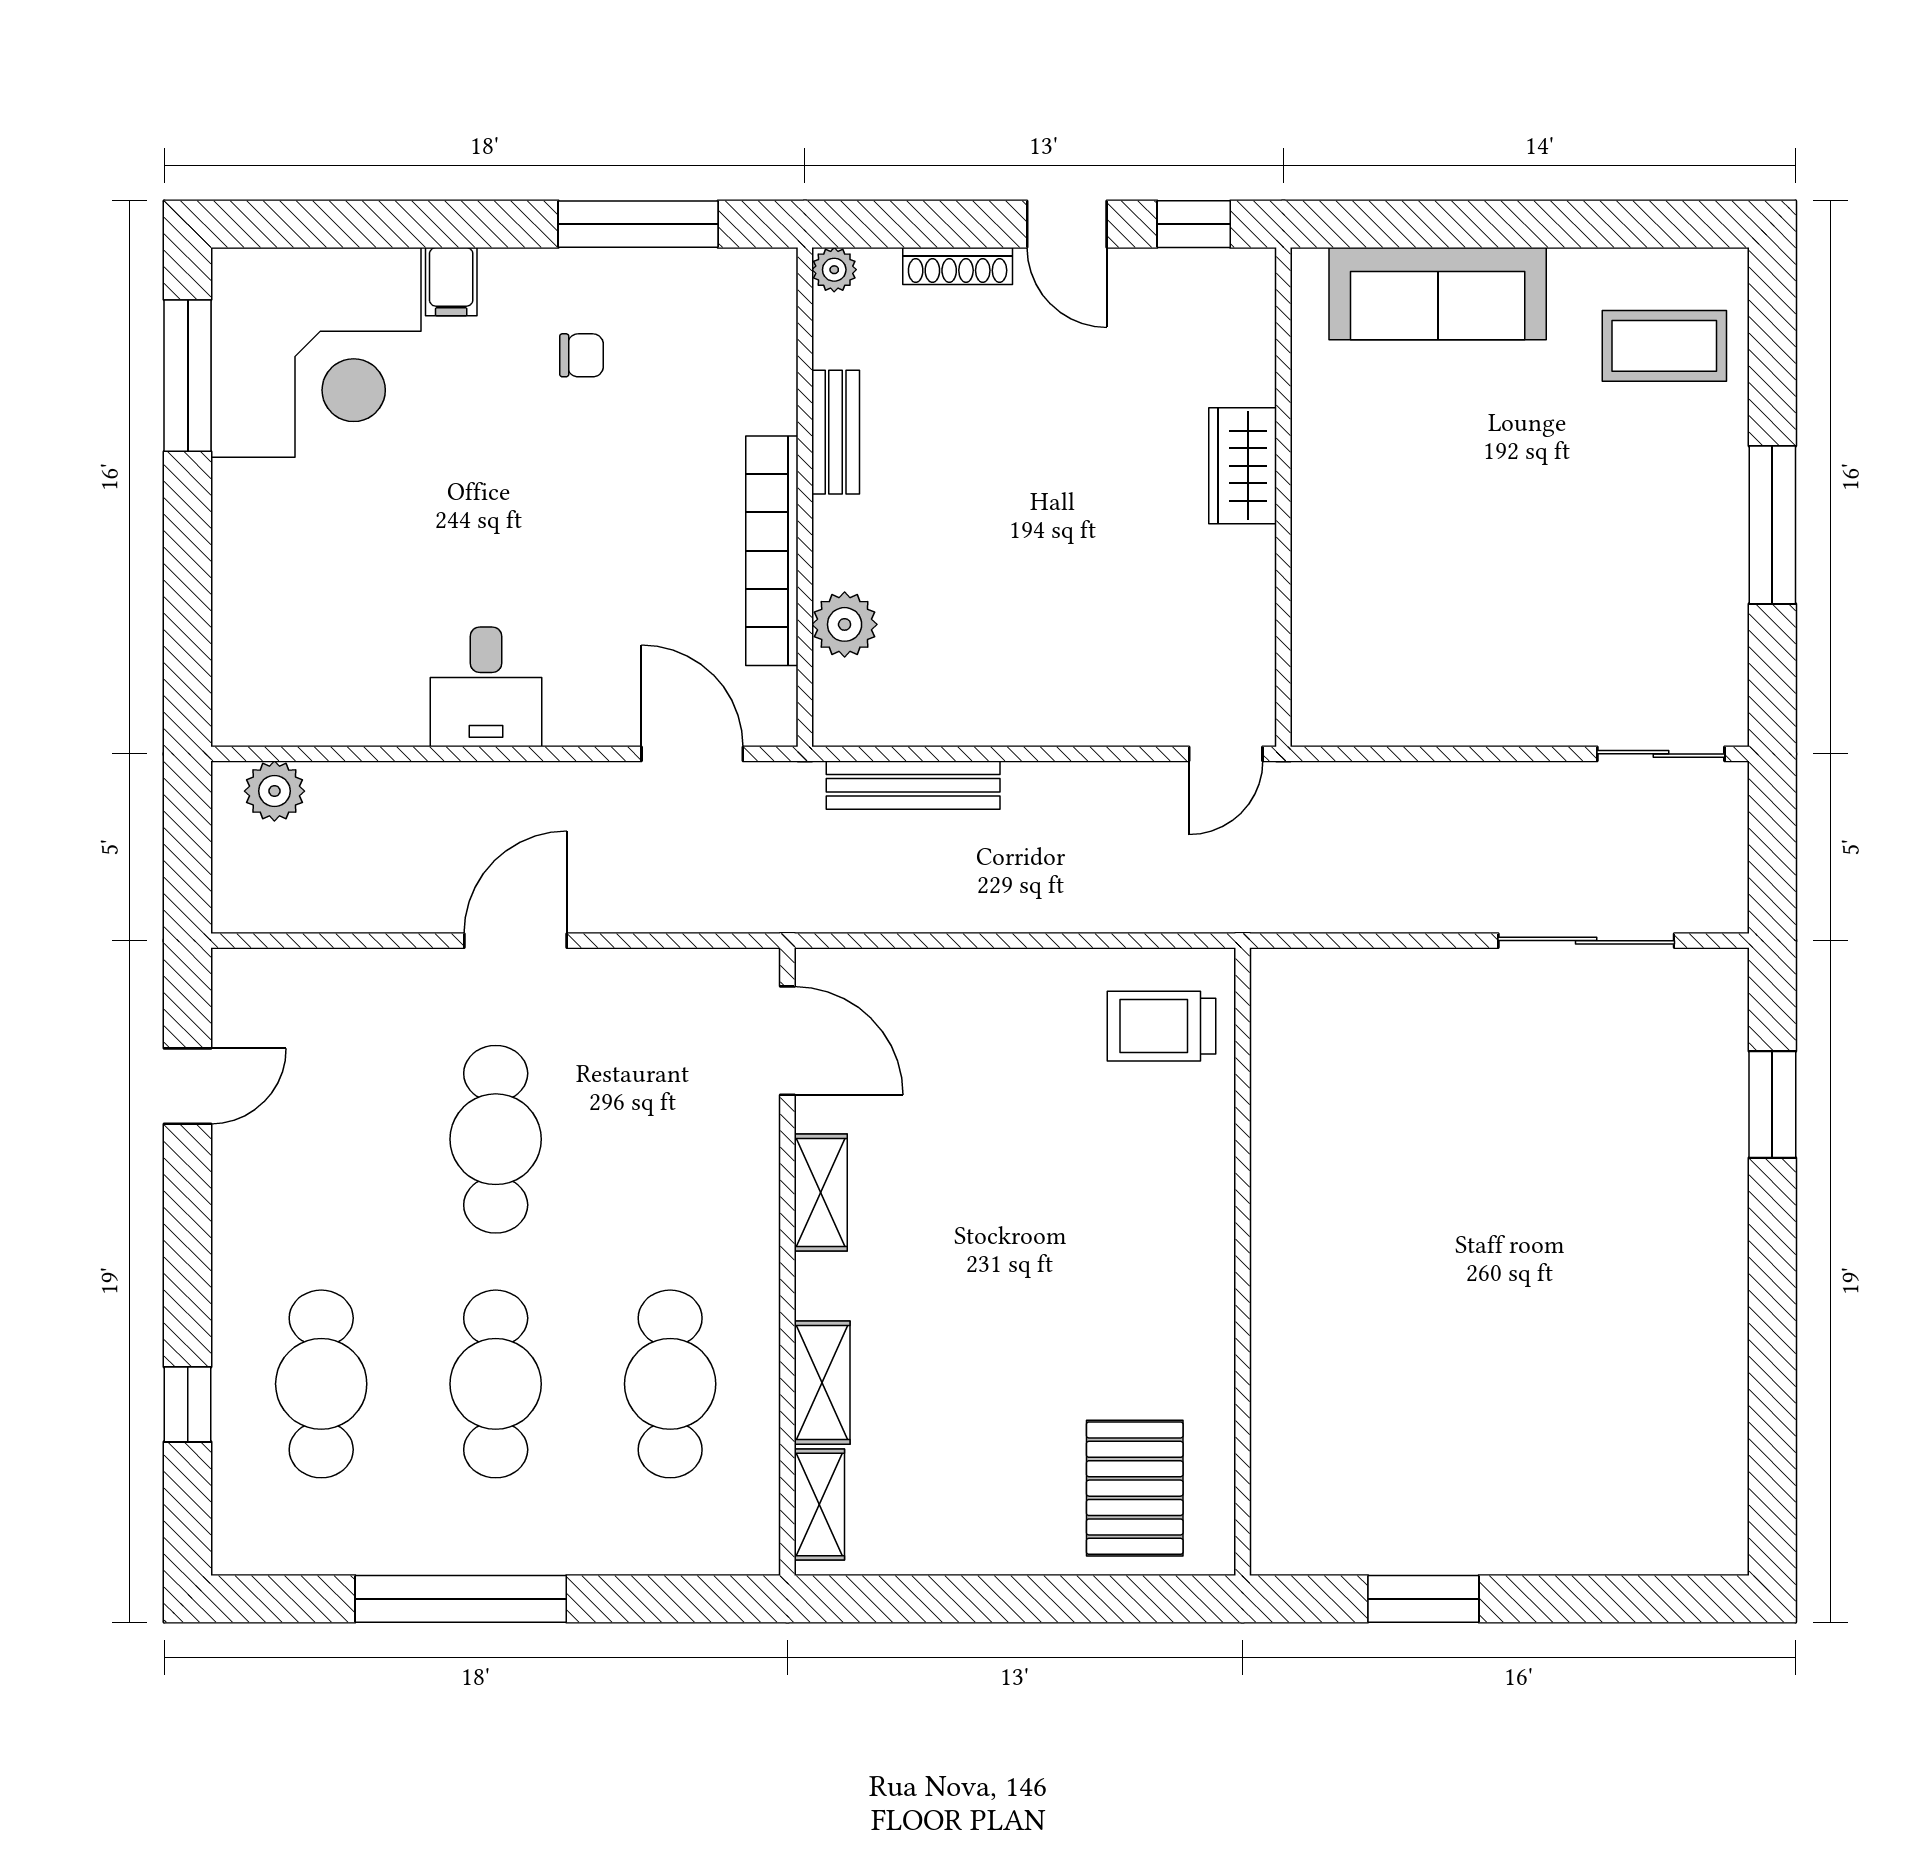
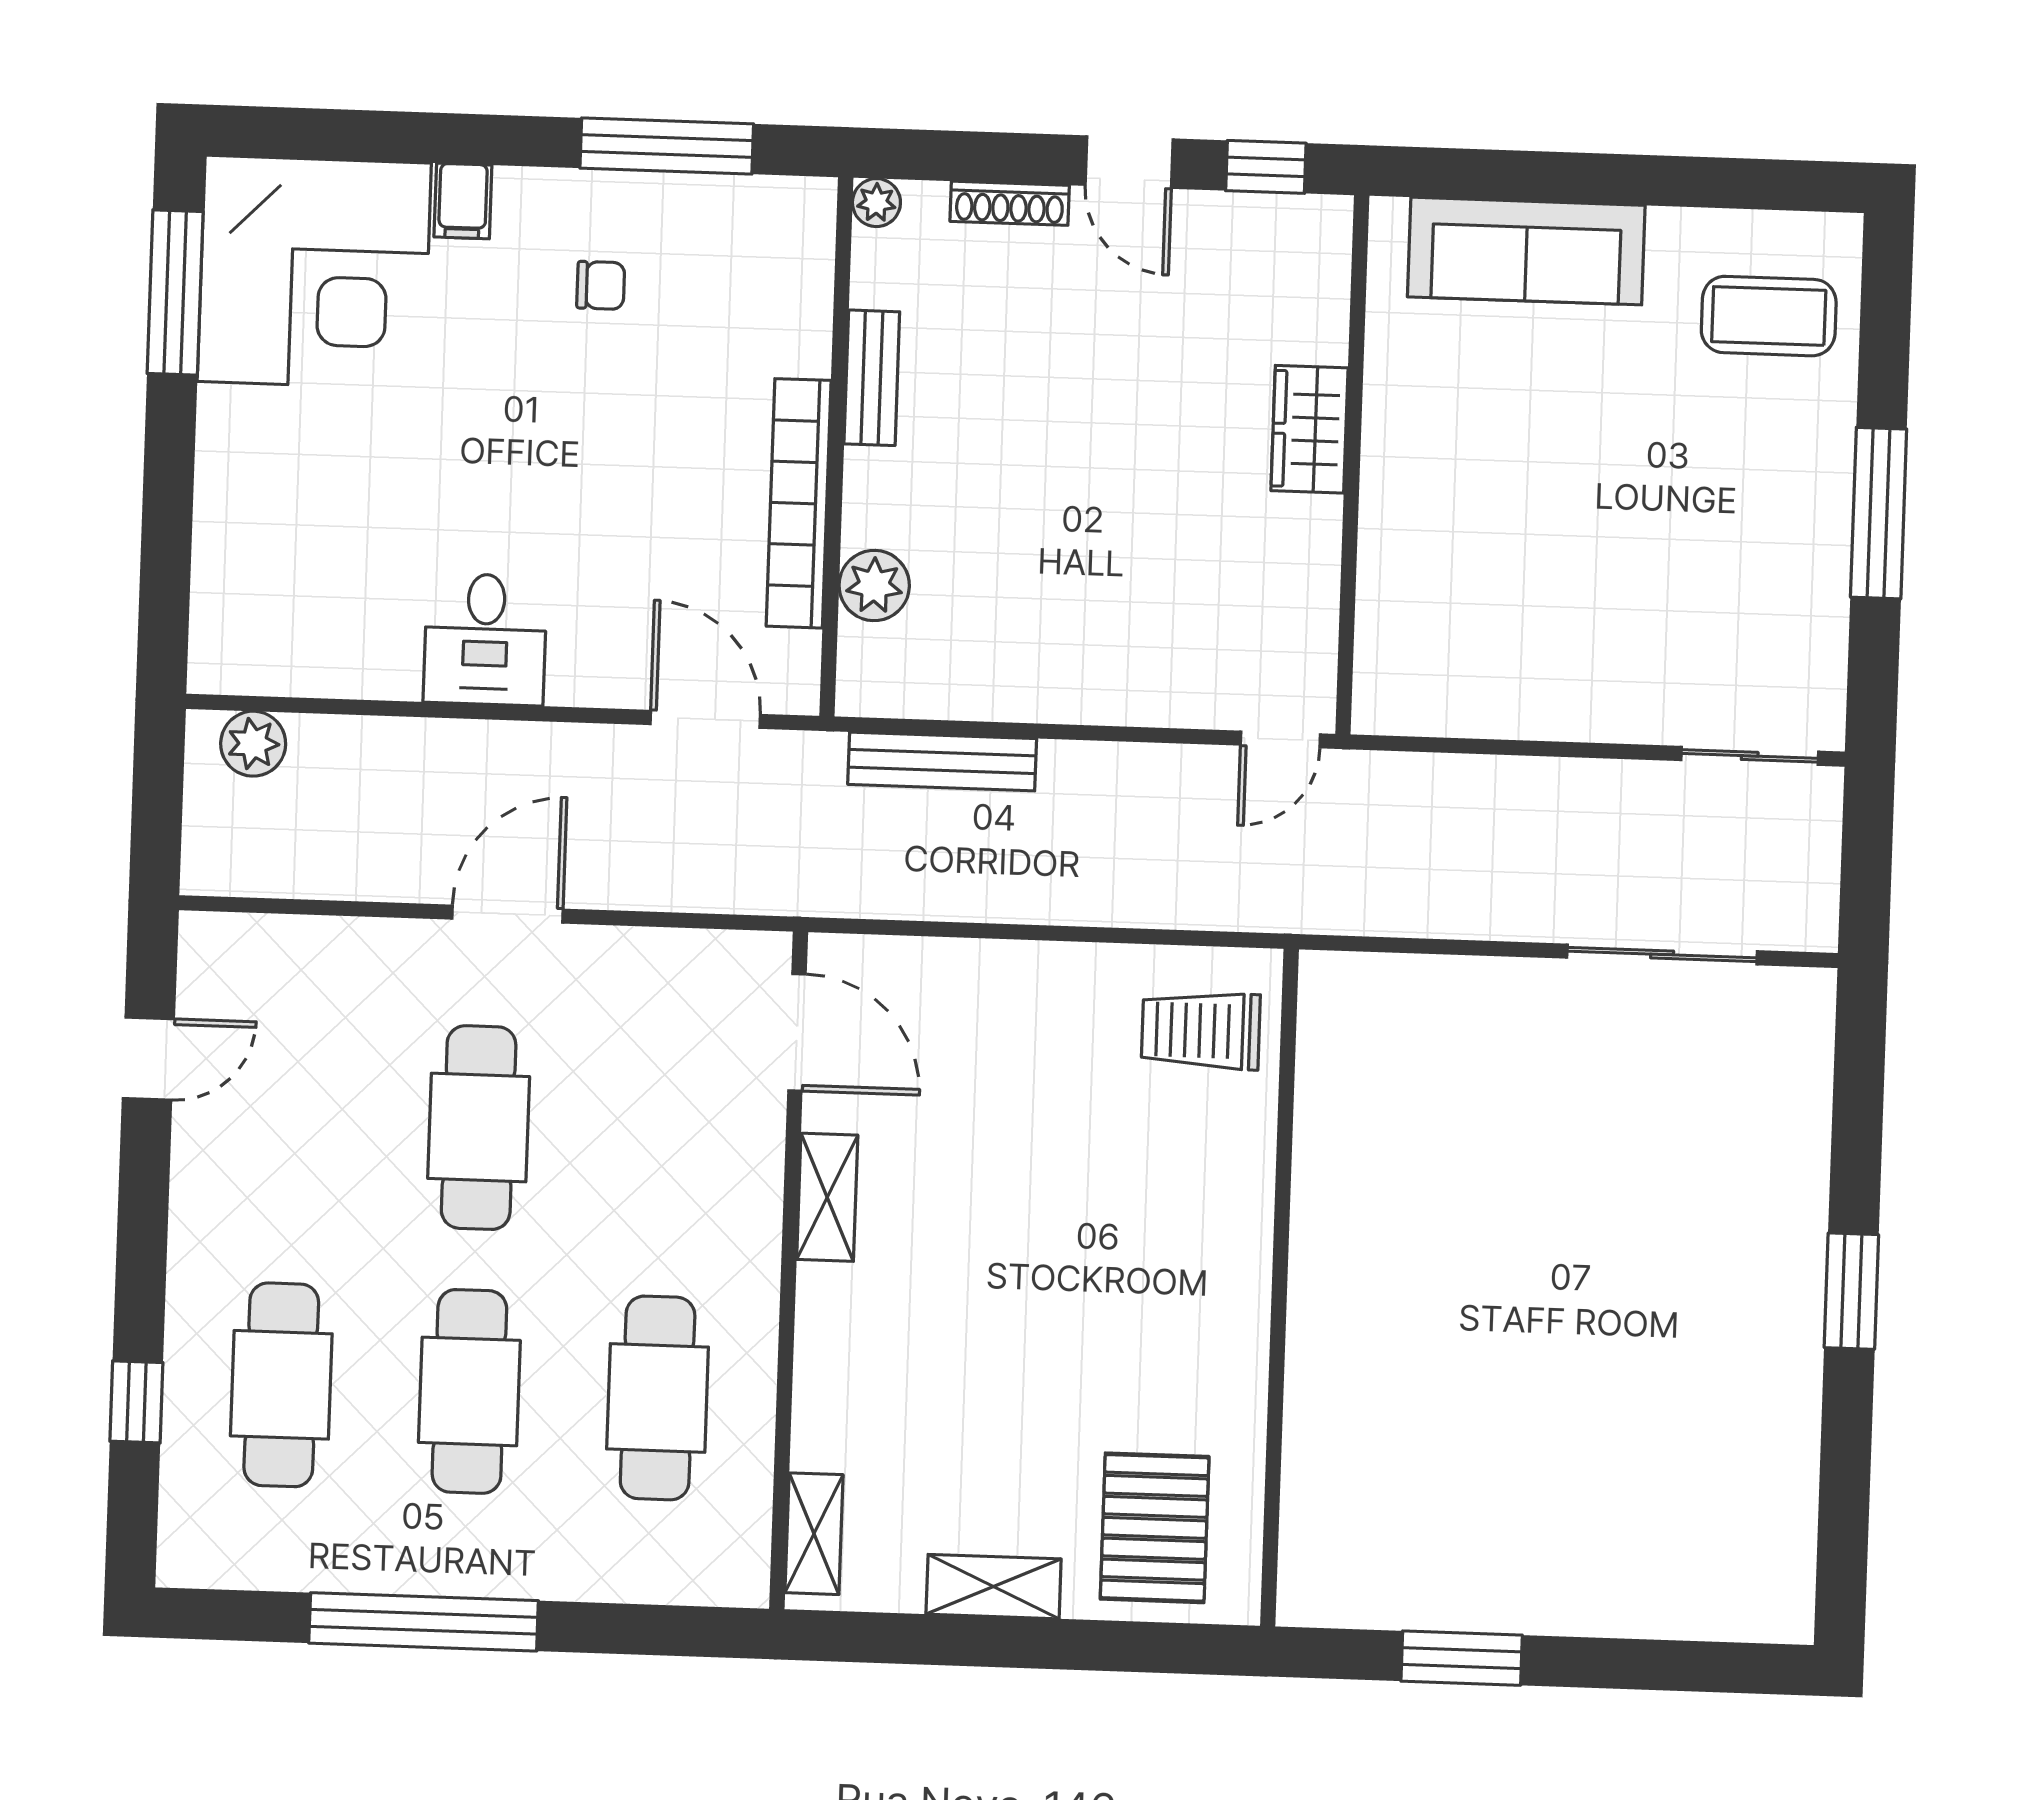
window: (1772, 1104) -> (1851, 1291), moved
shelving: (822, 1383) -> (994, 1587), moved, turned 90

